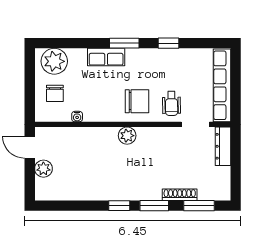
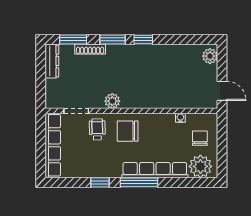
window: (124, 43) -> (139, 182), width x1.44
row of seats: (106, 57) -> (155, 170), width x2.02
plant: (127, 136) -> (112, 101), moved
dresser: (223, 146) -> (52, 61), moved
plant: (43, 169) -> (210, 56), moved

